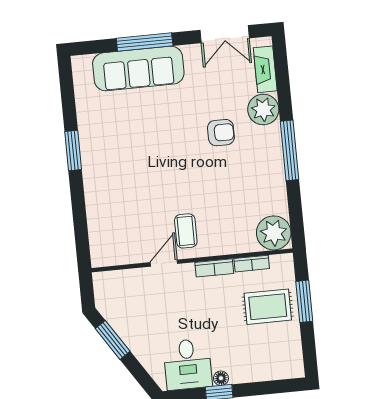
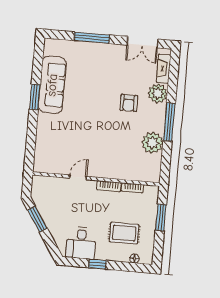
sofa: (138, 68) -> (52, 85), moved, turned -90
armchair: (221, 133) -> (129, 103), turned 90
coffee table: (186, 231) -> (95, 160), removed
plant: (274, 233) -> (152, 143), moved
rug: (268, 307) -> (124, 233), moved
floor lamp: (221, 378) -> (134, 258), moved

